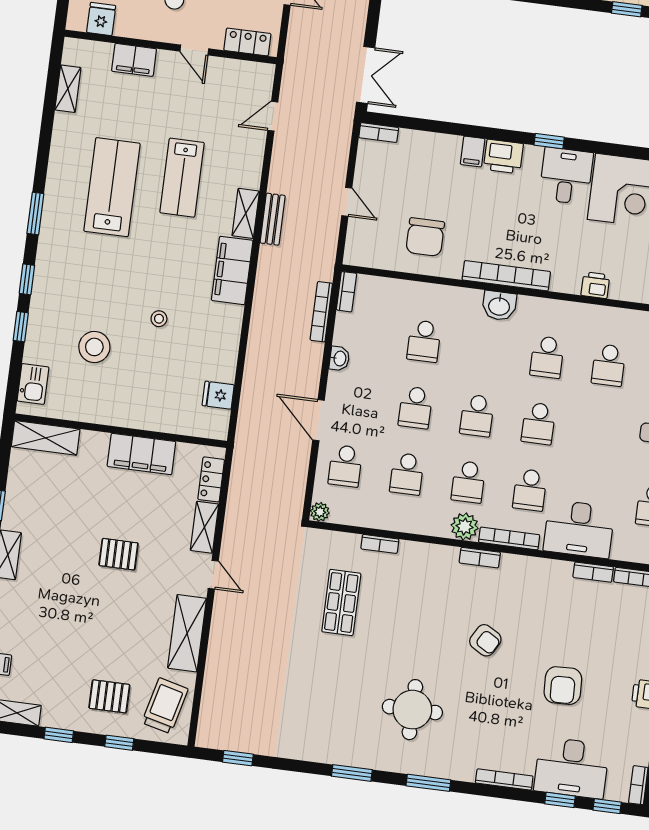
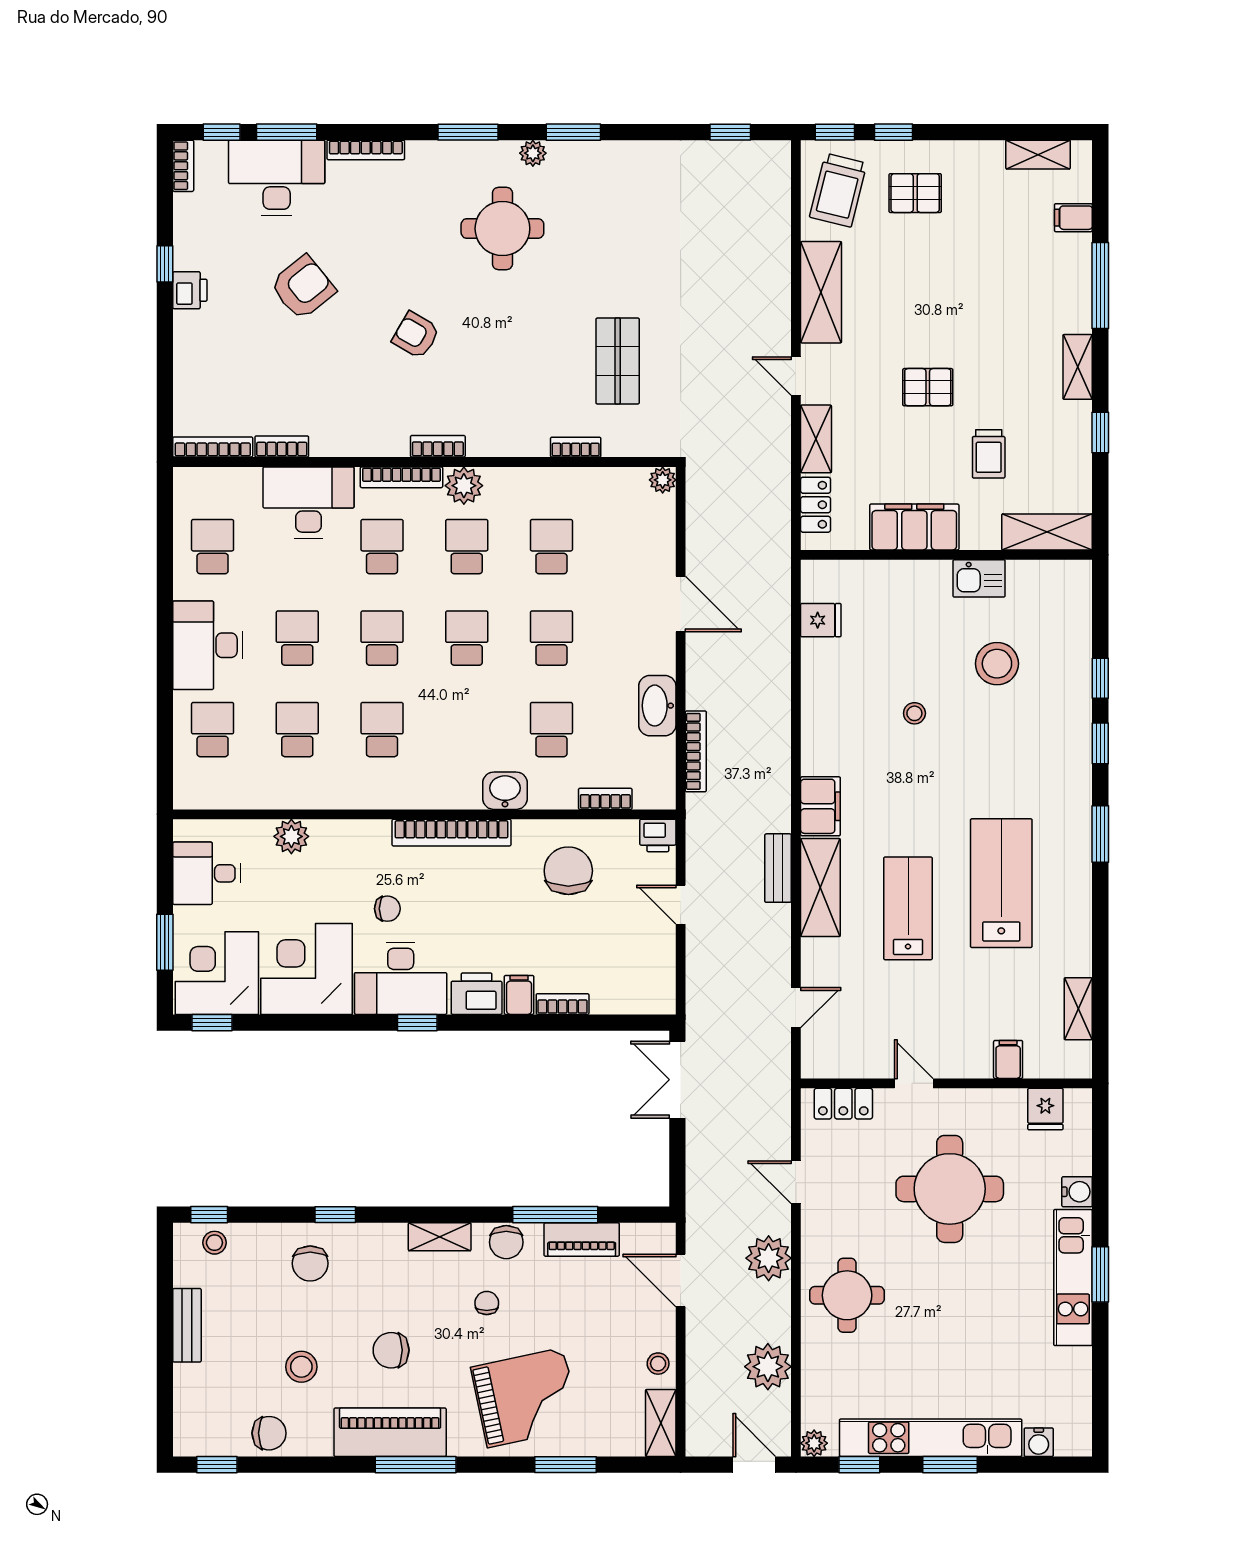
filing cabinet: (134, 60) -> (1008, 1059), width x0.50
bookcase: (379, 133) -> (563, 1004), moved
desk: (566, 176) -> (401, 978), width x1.37
lab bench: (112, 187) -> (1001, 883), turned 180
shelving: (246, 213) -> (820, 888), width x1.50, depth x1.33
chair: (560, 227) -> (387, 909), added
filing cabinet: (232, 270) -> (820, 806), width x0.67, depth x0.86
printer: (595, 285) -> (658, 835), moved
plant: (623, 288) -> (291, 836), added
bookcase: (347, 292) -> (605, 799), moved, turned 90
washbasin: (499, 306) -> (505, 791), moved
washbasin: (339, 359) -> (657, 706), width x1.91, depth x1.45
kitchen sink: (33, 384) -> (979, 578), moved, turned -90
school desk: (345, 466) -> (297, 638), moved
trolley: (81, 500) -> (989, 454), added
armchair: (563, 686) -> (303, 287), turned 53
window: (59, 735) -> (835, 132), moved
plant: (383, 761) -> (533, 153), added
window: (560, 800) -> (287, 132), width x1.50

